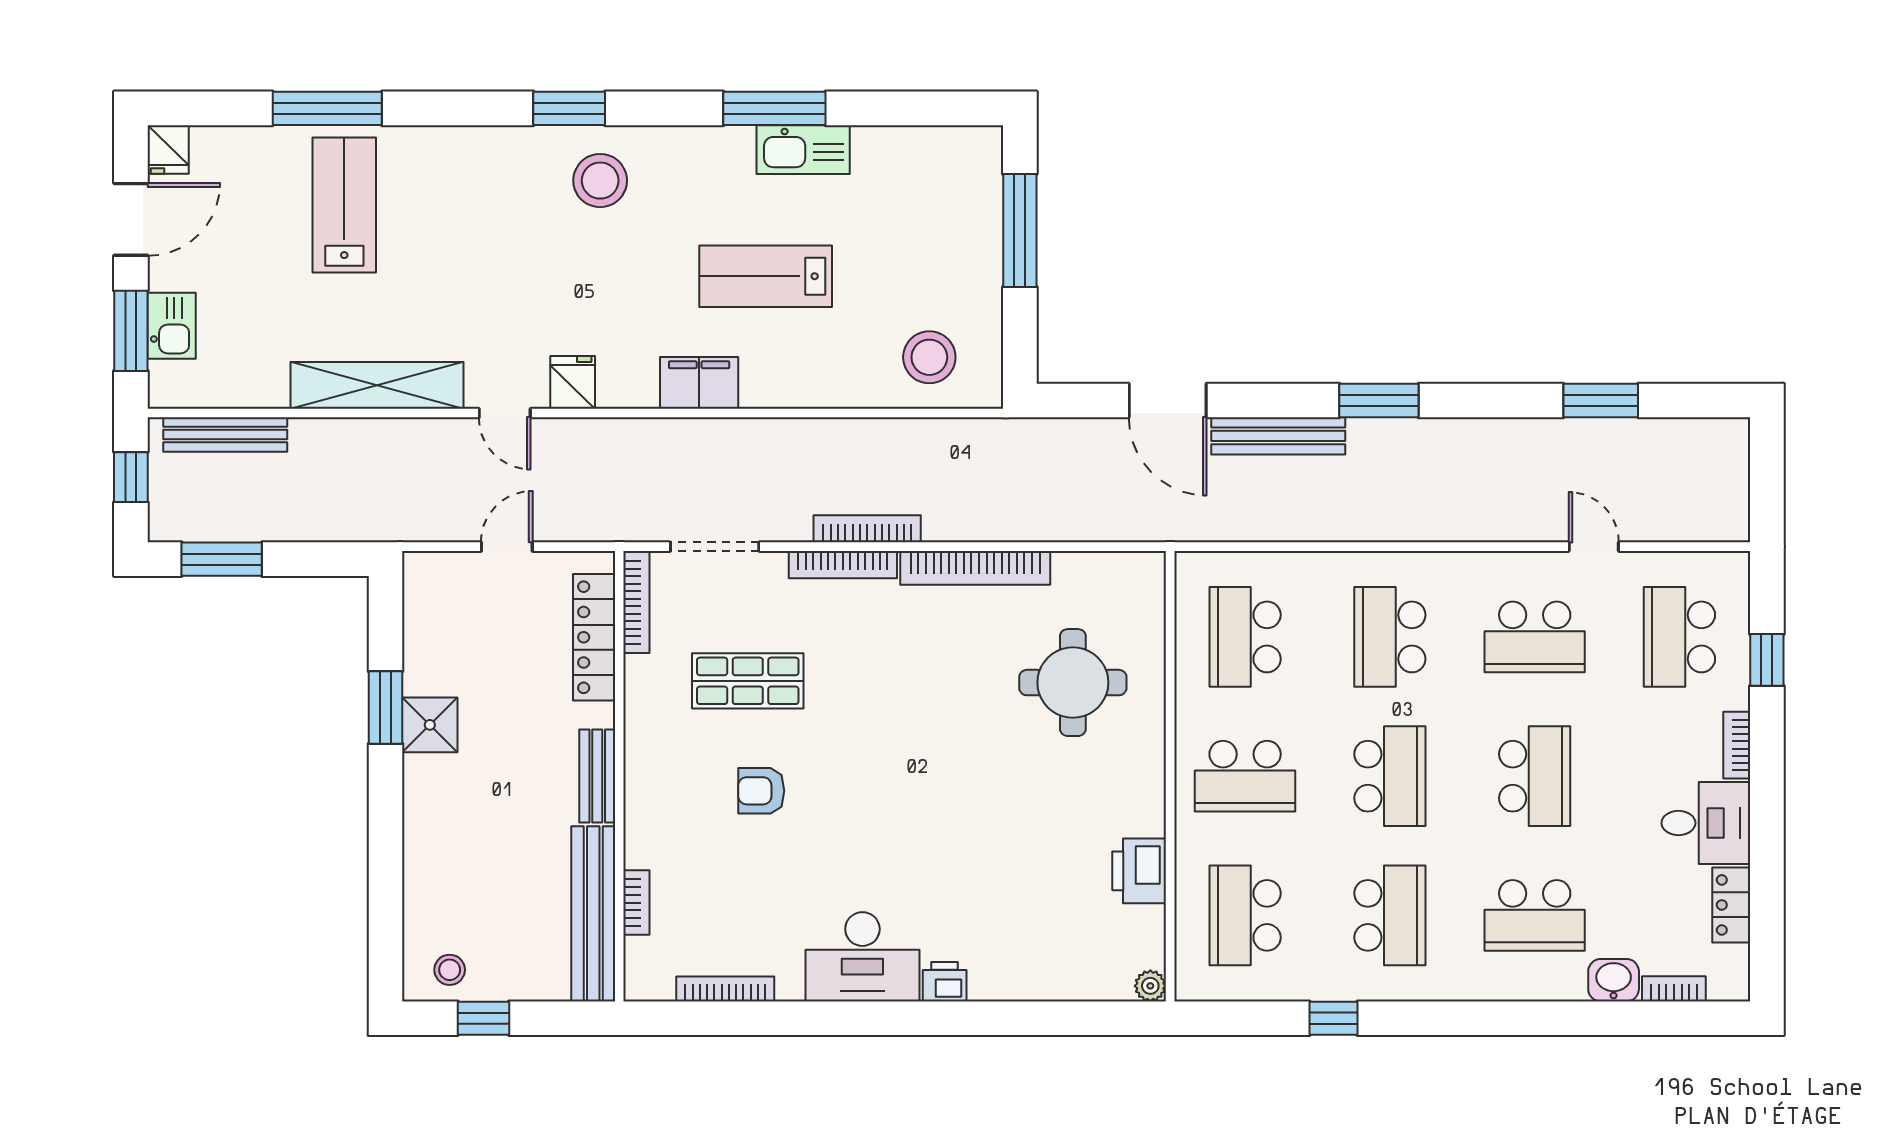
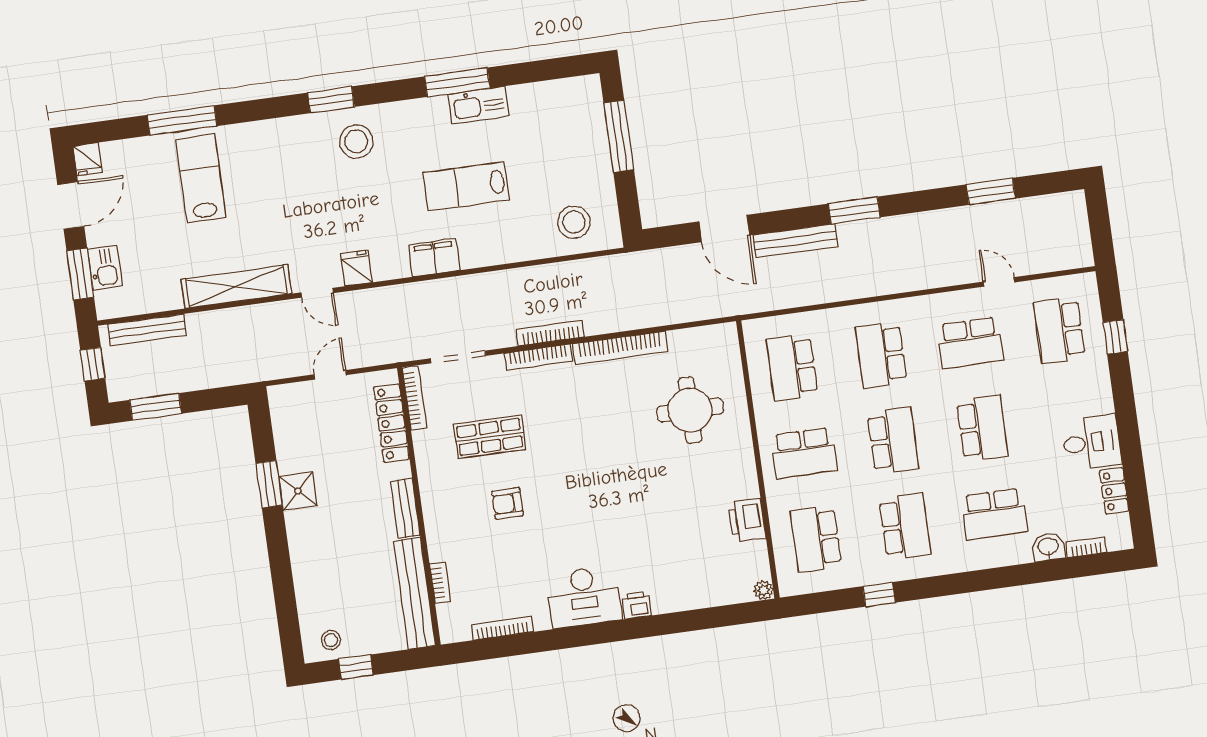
bookcase: (1737, 745) -> (1104, 392), removed

